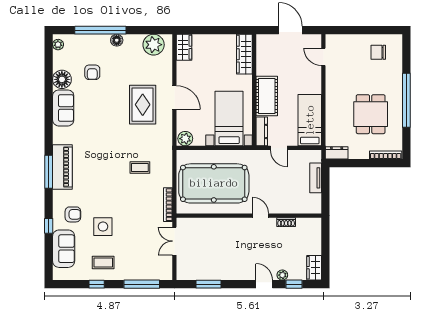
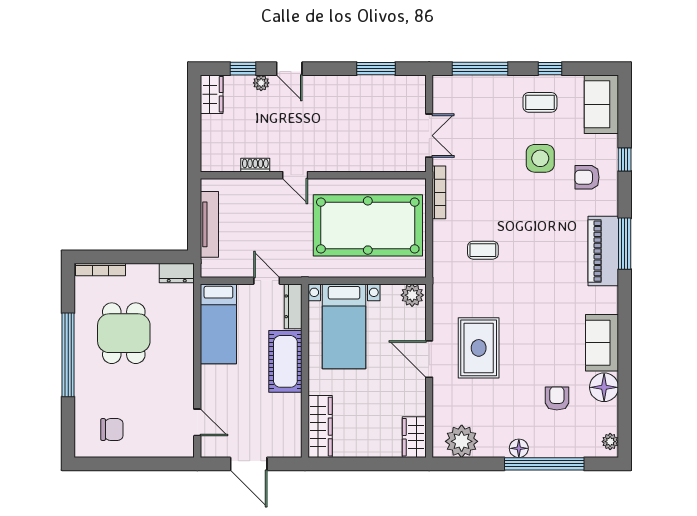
tv unit: (316, 178) -> (209, 224), width x1.41
sofa: (64, 249) -> (601, 104), moved

